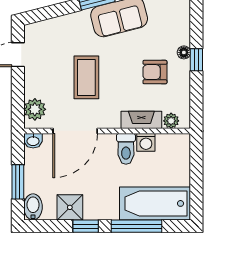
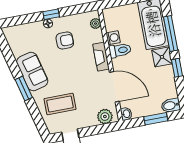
armchair: (155, 72) -> (65, 41), turned -90
coffee table: (86, 77) -> (60, 104), moved
fireplace: (141, 120) -> (101, 57), moved
shower: (70, 207) -> (162, 57), moved

